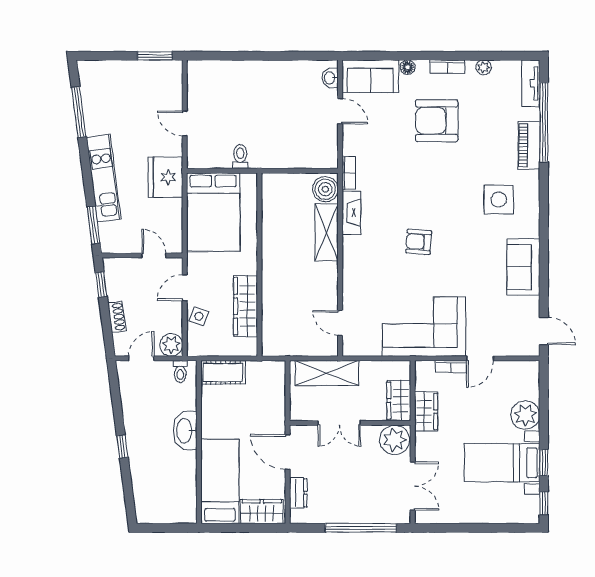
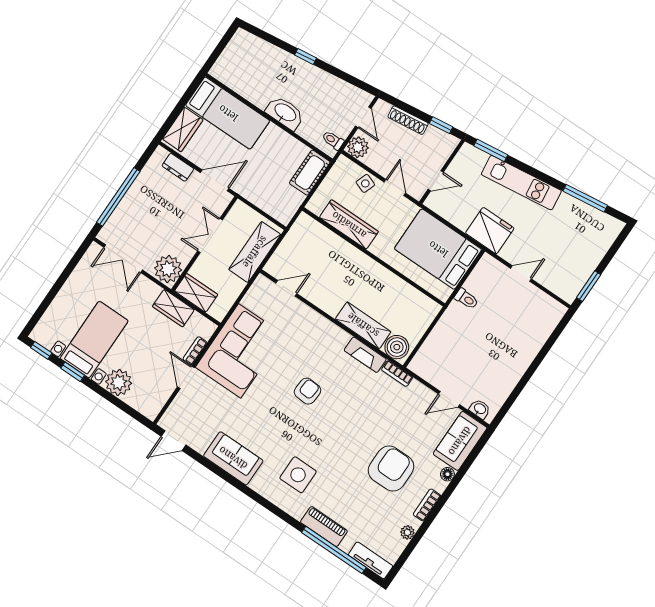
shoe rack: (117, 317) -> (408, 120), width x1.43

